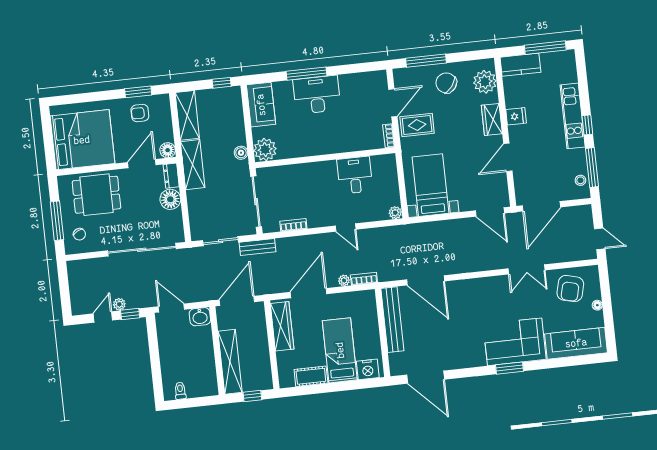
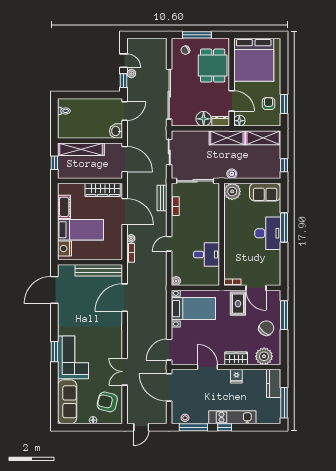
bench: (258, 247) -> (162, 198), moved

